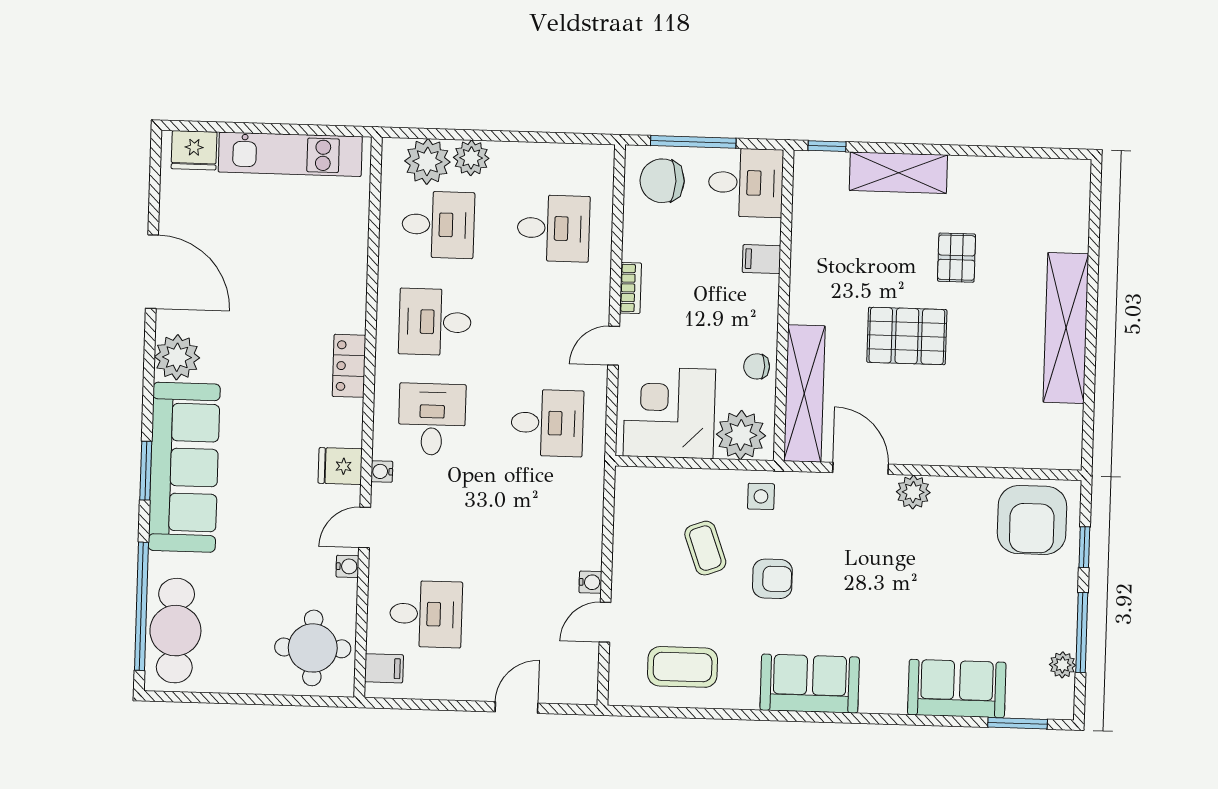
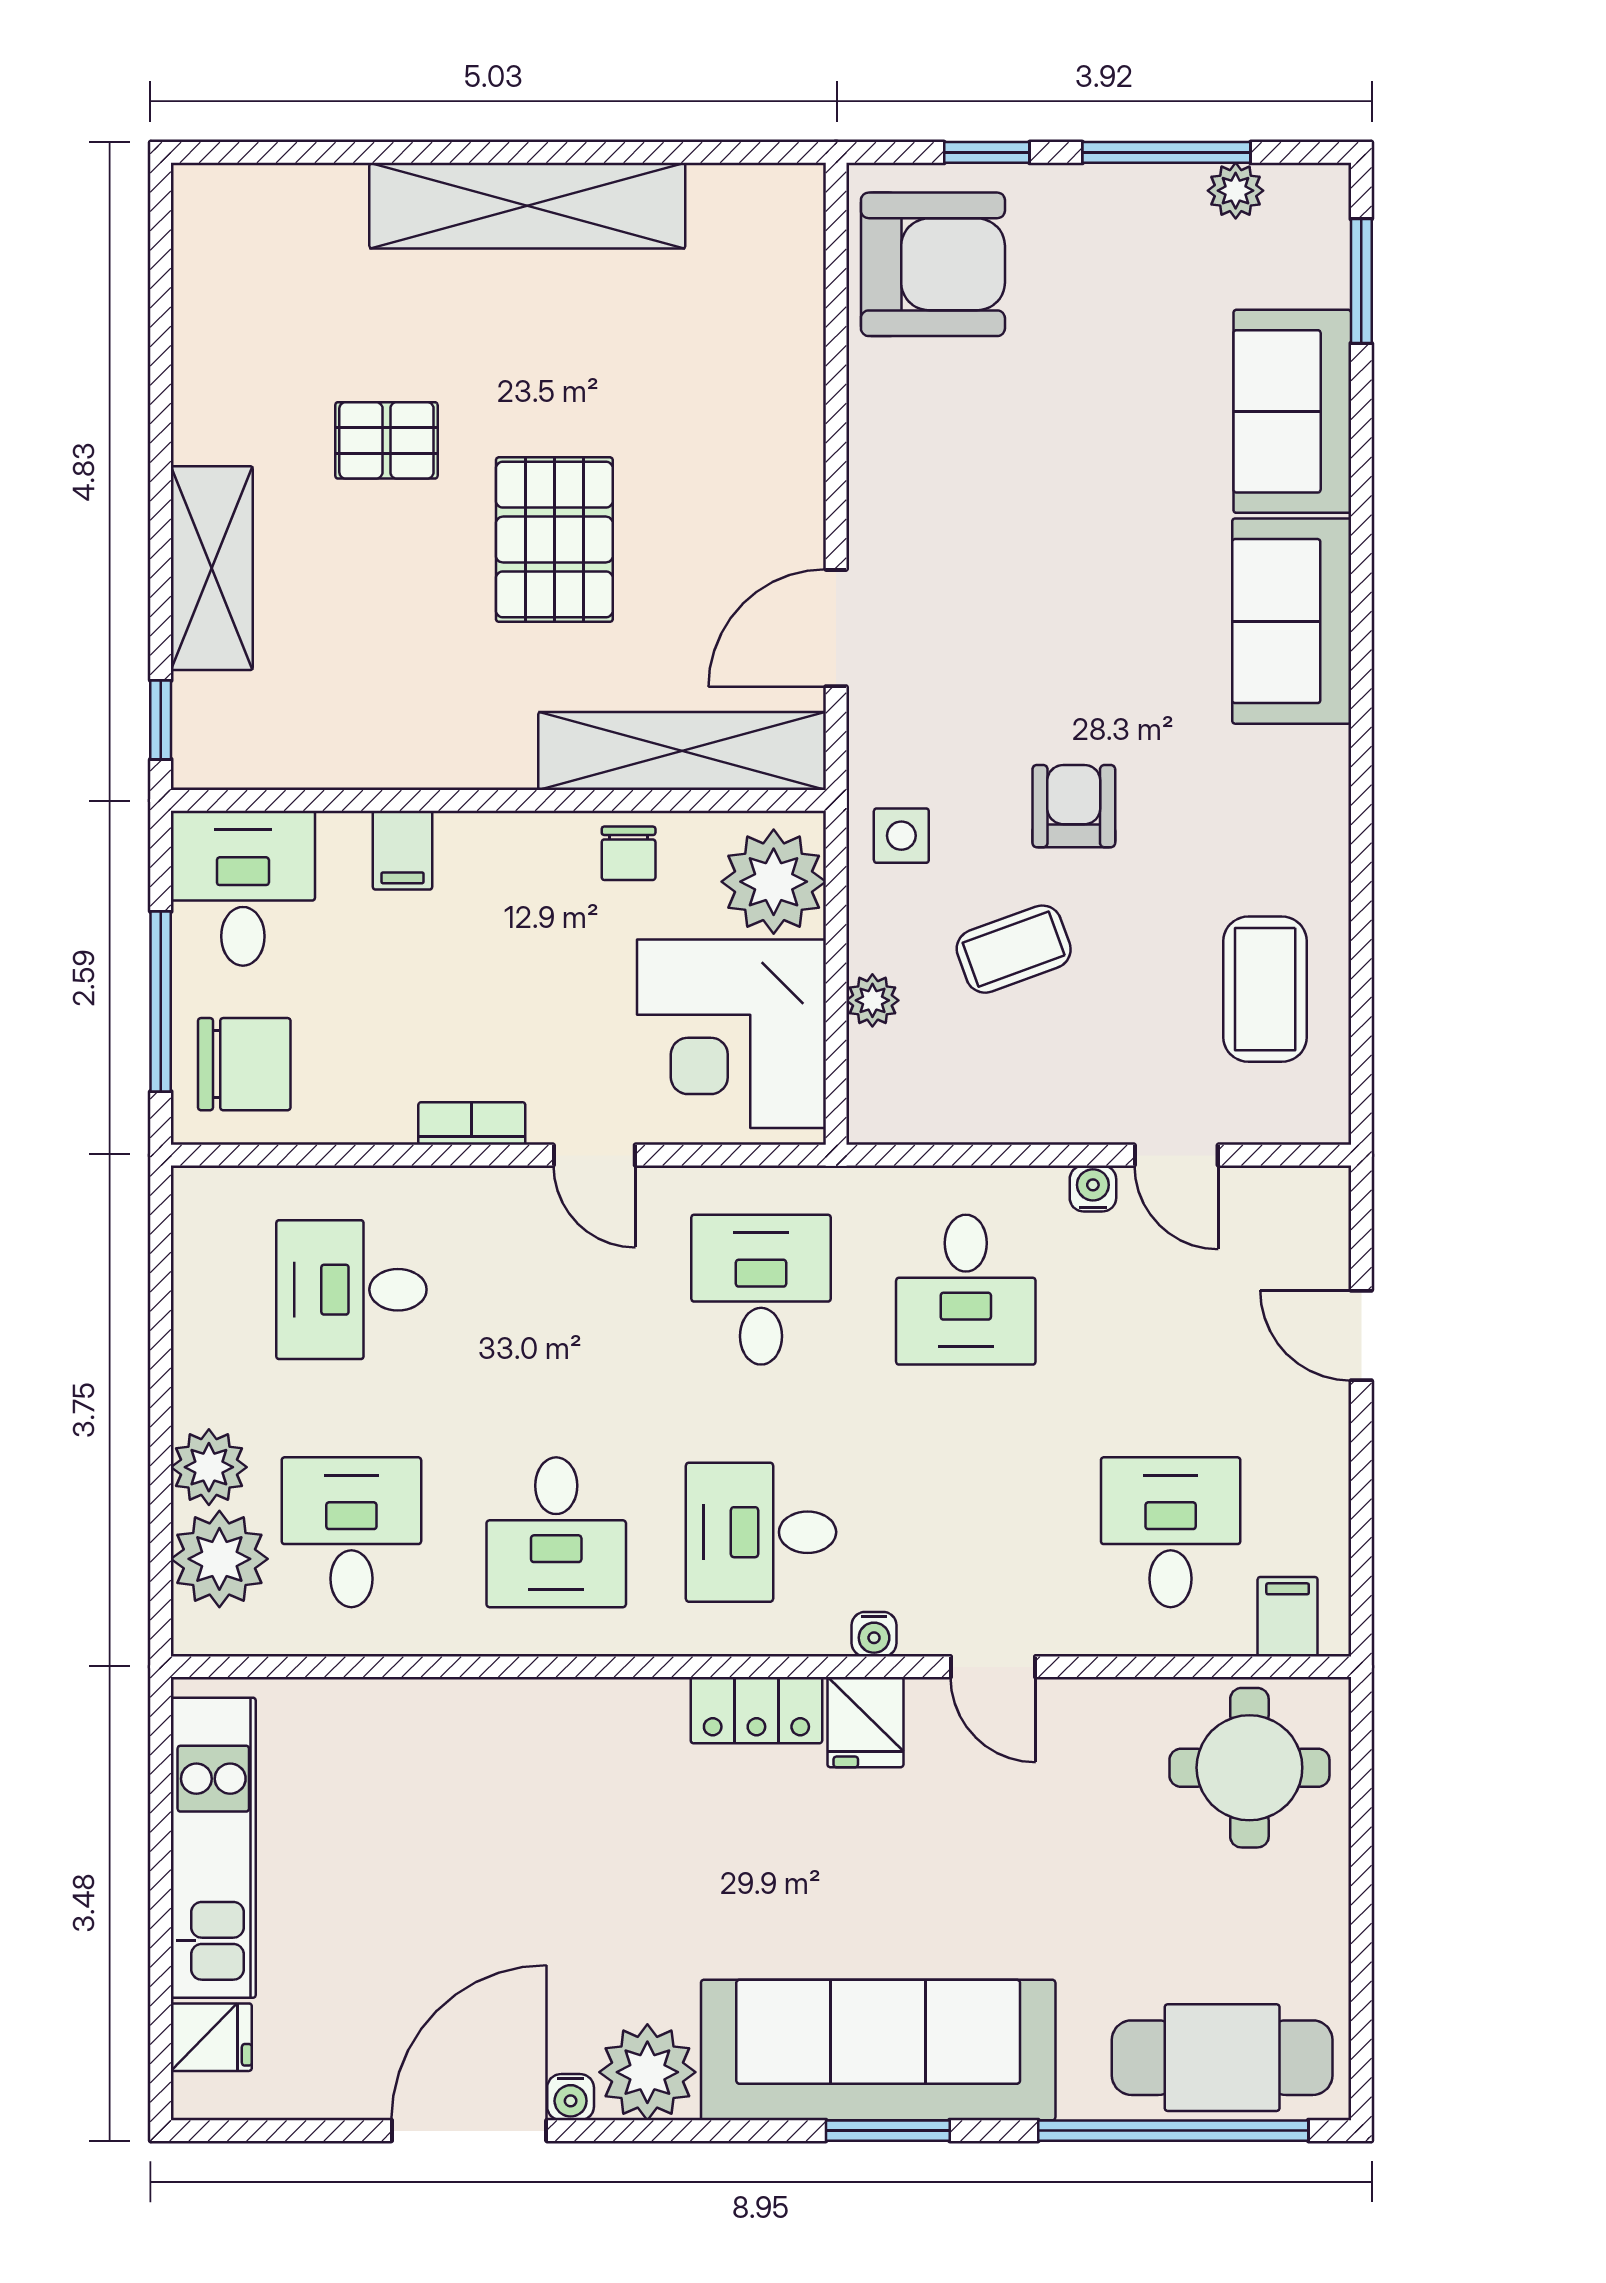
fridge: (194, 150) -> (211, 2037), width x0.72
chair: (662, 181) -> (244, 1064), turned -90
desk: (553, 228) -> (351, 1290), turned -90
locker: (349, 366) -> (756, 1710), moved
plant: (913, 492) -> (872, 1000), moved, width x0.73, depth x0.73
desk: (544, 520) -> (966, 1290), added
water cooler: (347, 566) -> (571, 2097), moved, turned 180
sofa: (810, 684) -> (1292, 621), moved

